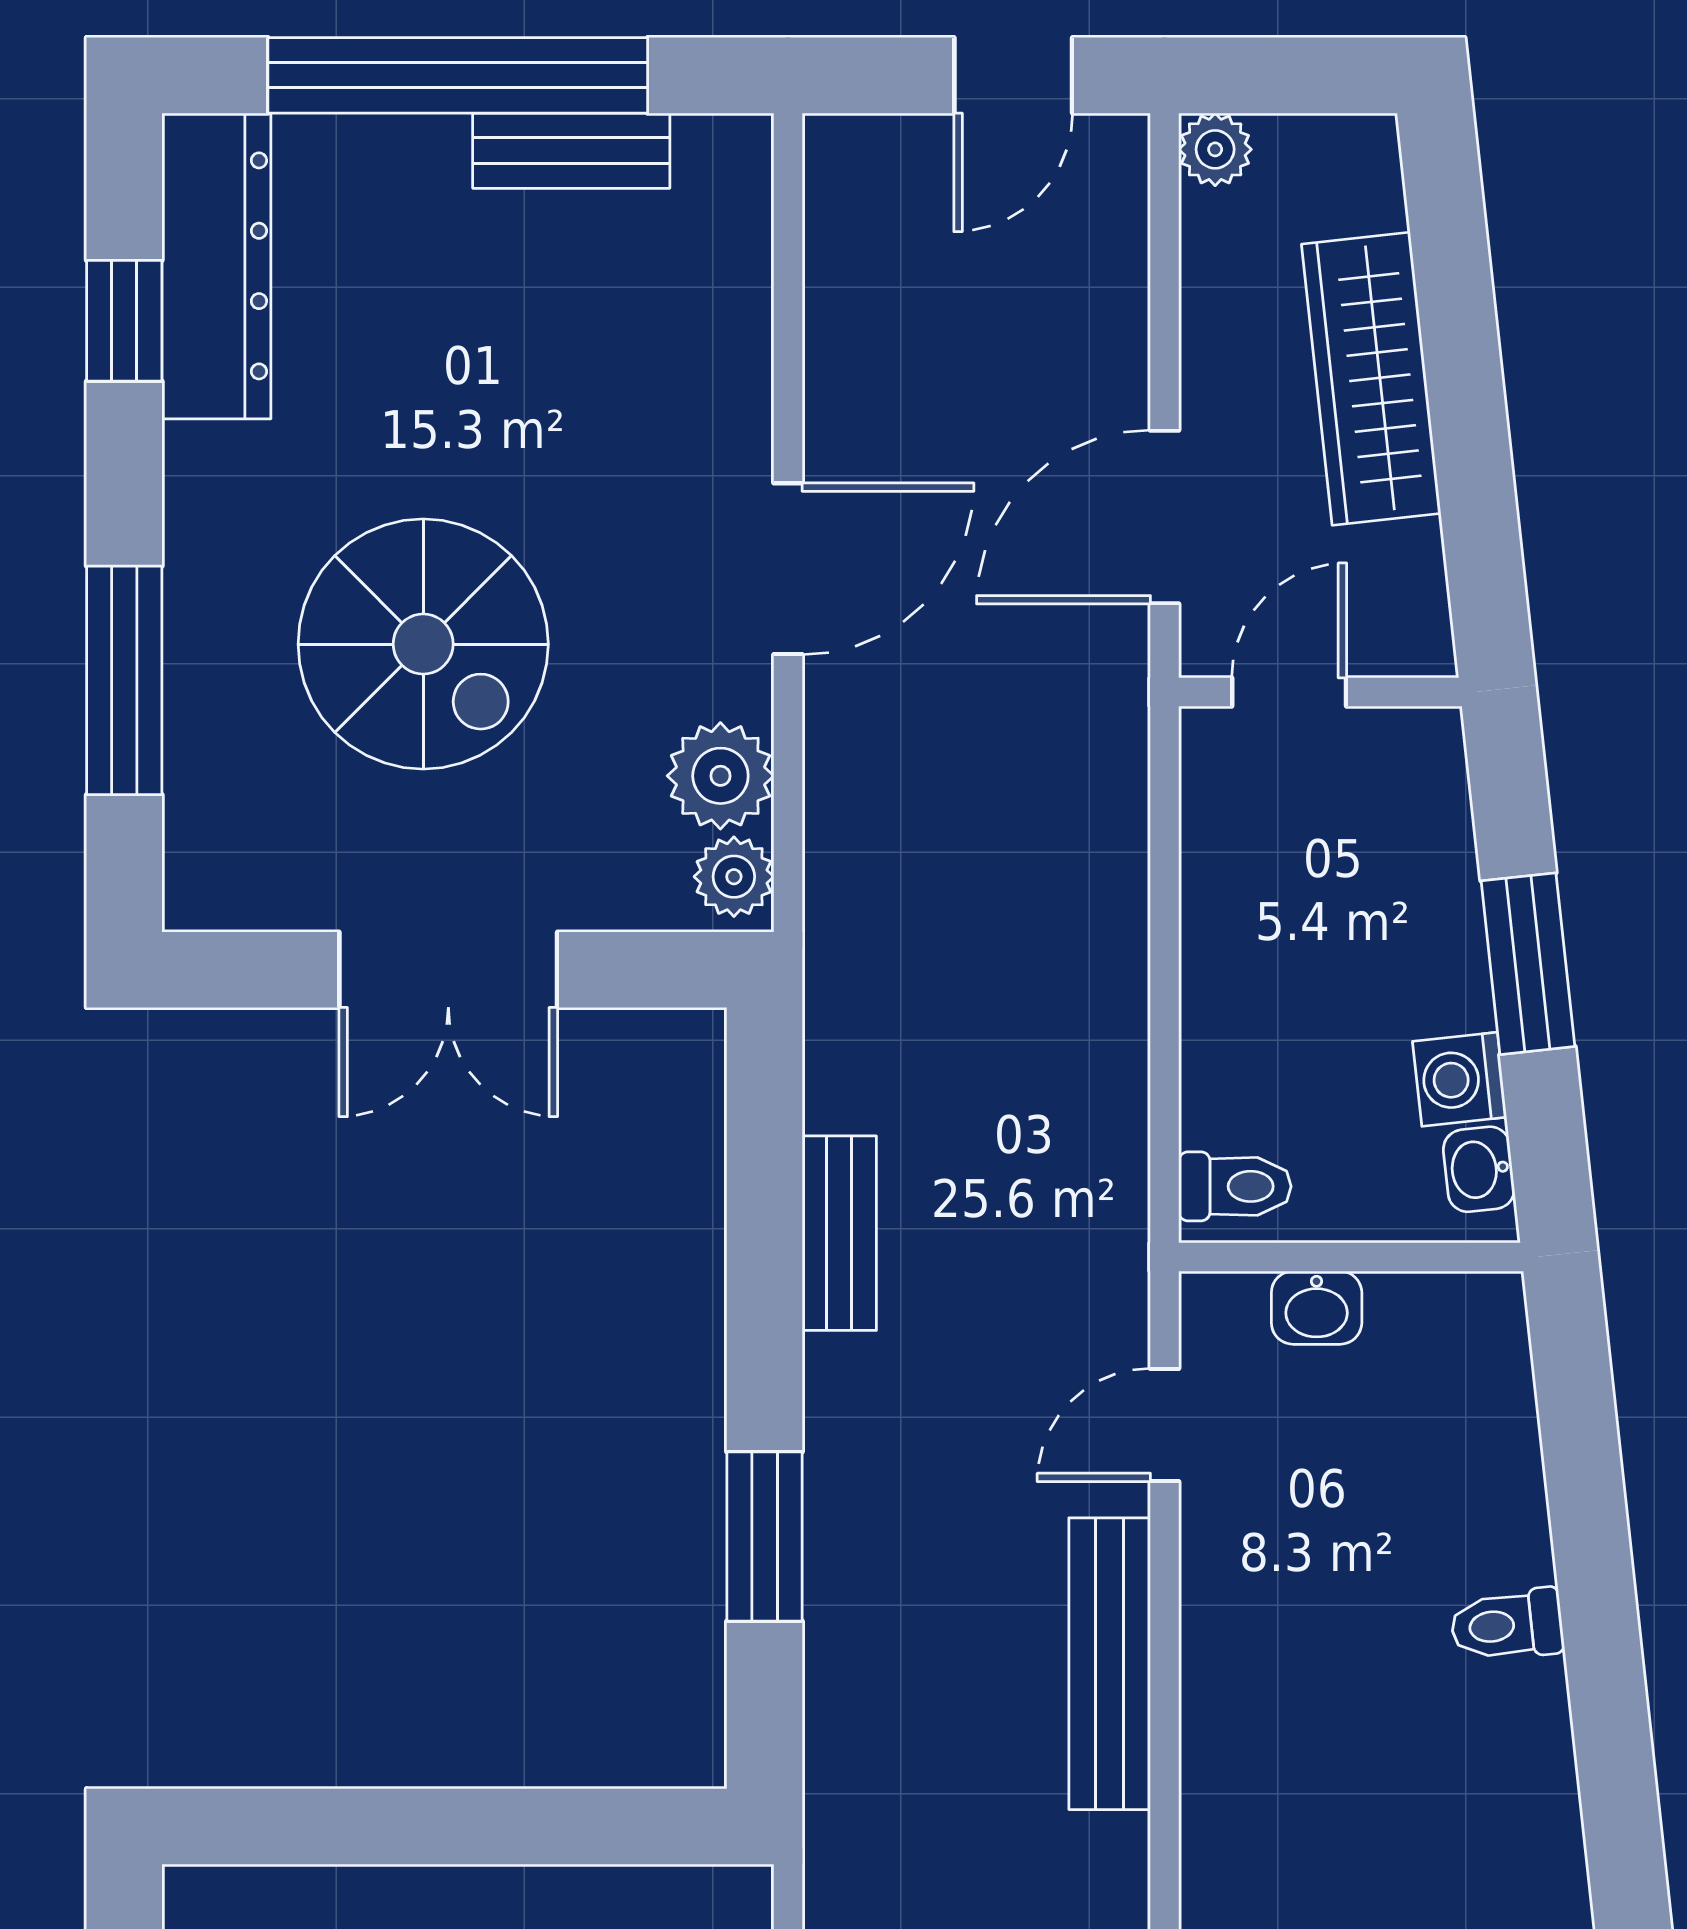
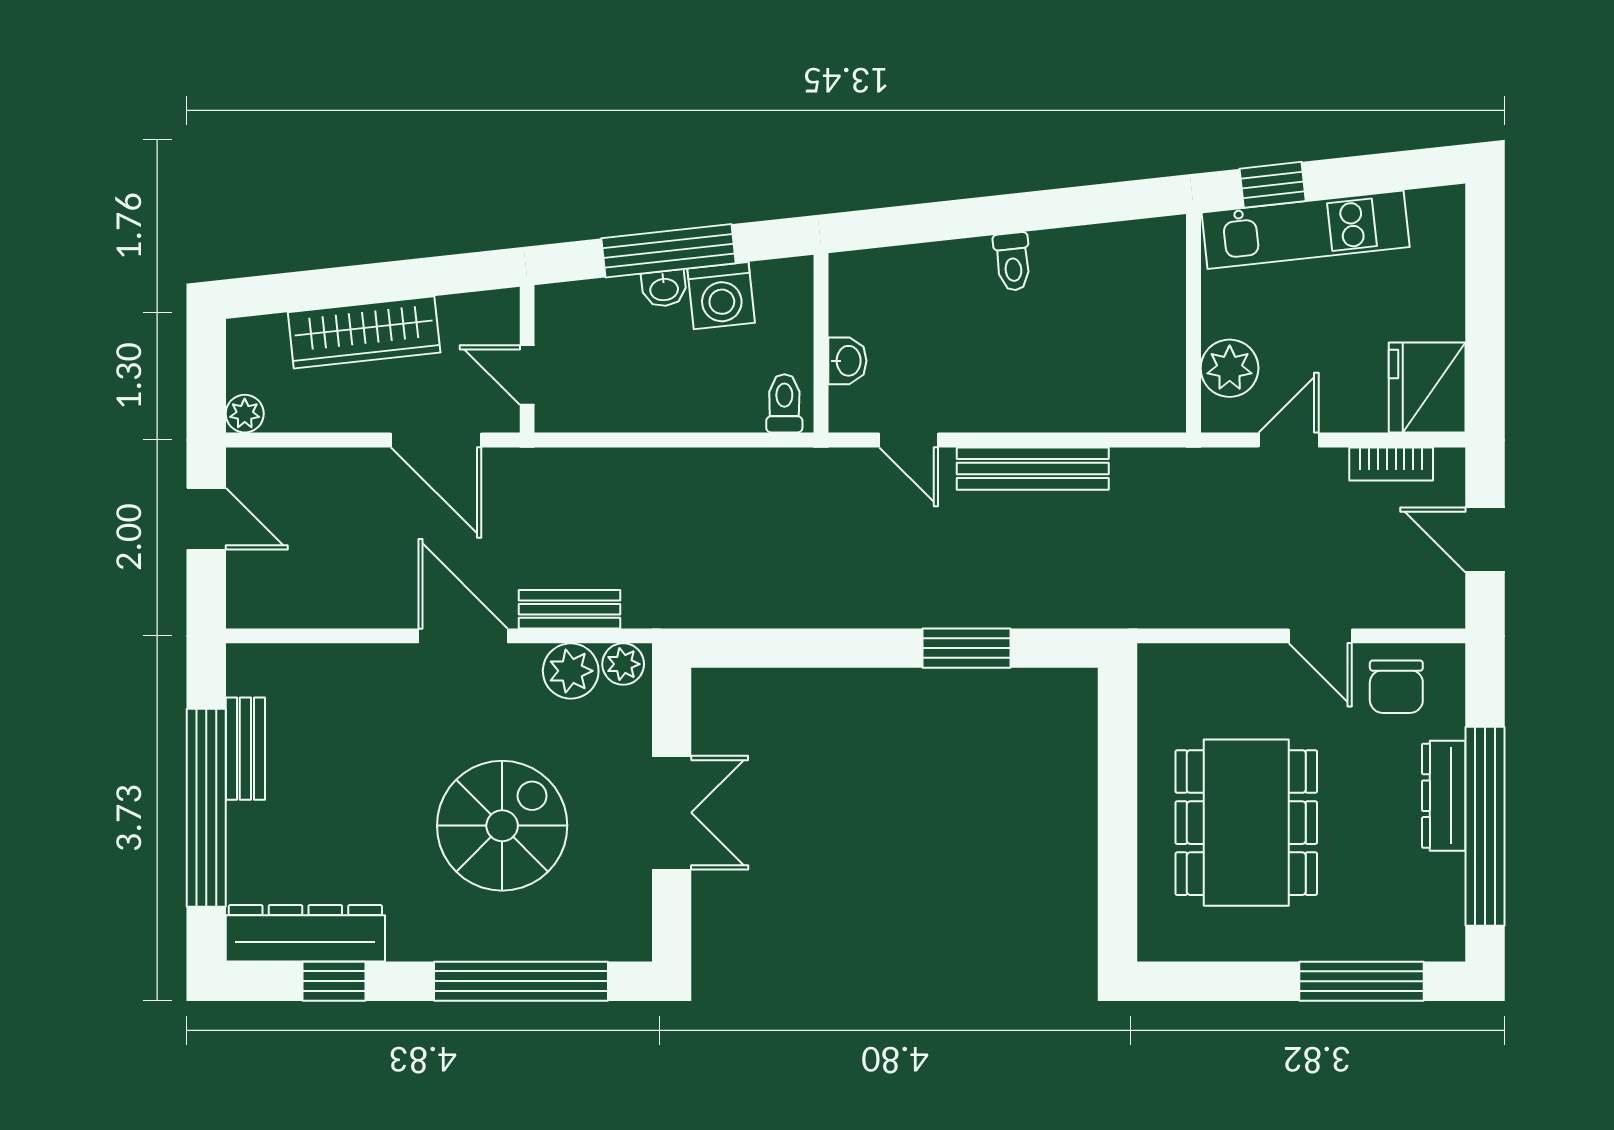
window: (124, 680) -> (521, 981), width x1.46
window: (1528, 964) -> (668, 251), width x1.44
washing machine: (1460, 1079) -> (721, 296), width x1.38, depth x1.38
washbasin: (1479, 1169) -> (664, 289), moved
bench: (839, 1233) -> (569, 609), moved

